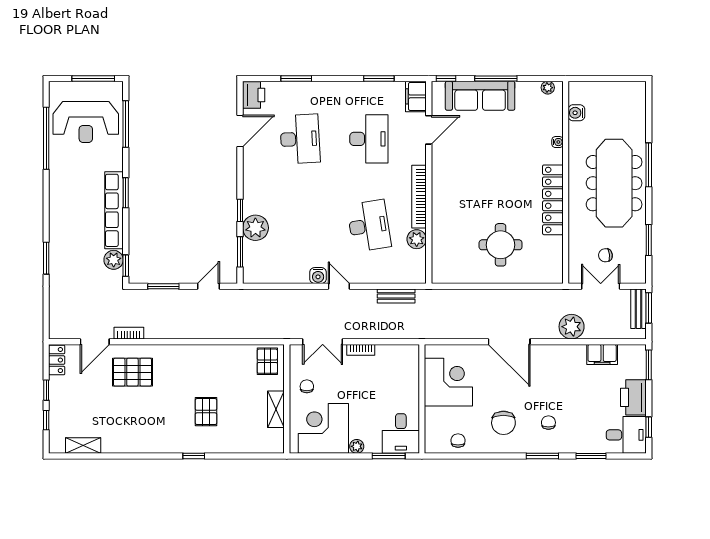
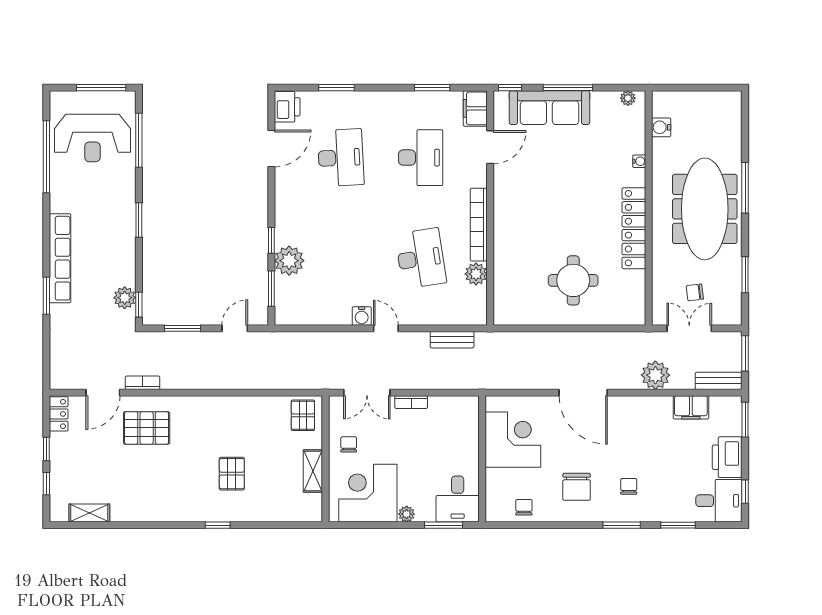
row of seats: (114, 210) -> (60, 258), moved, turned 180
bench: (639, 309) -> (719, 381), moved, turned 90

